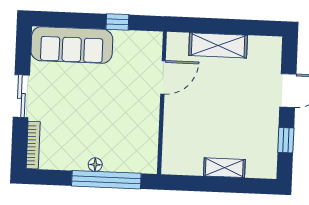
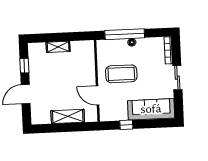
door: (163, 77) -> (98, 95), hinge flipped
coffee table: (118, 111) -> (121, 74), added

